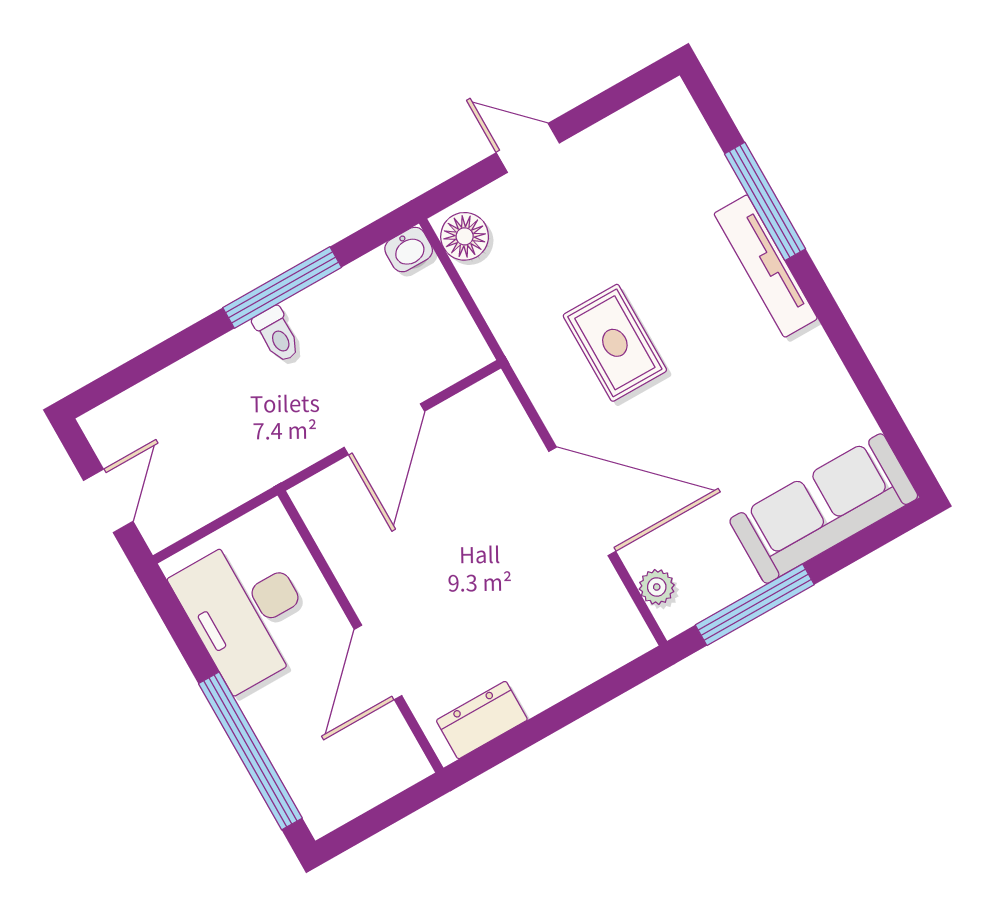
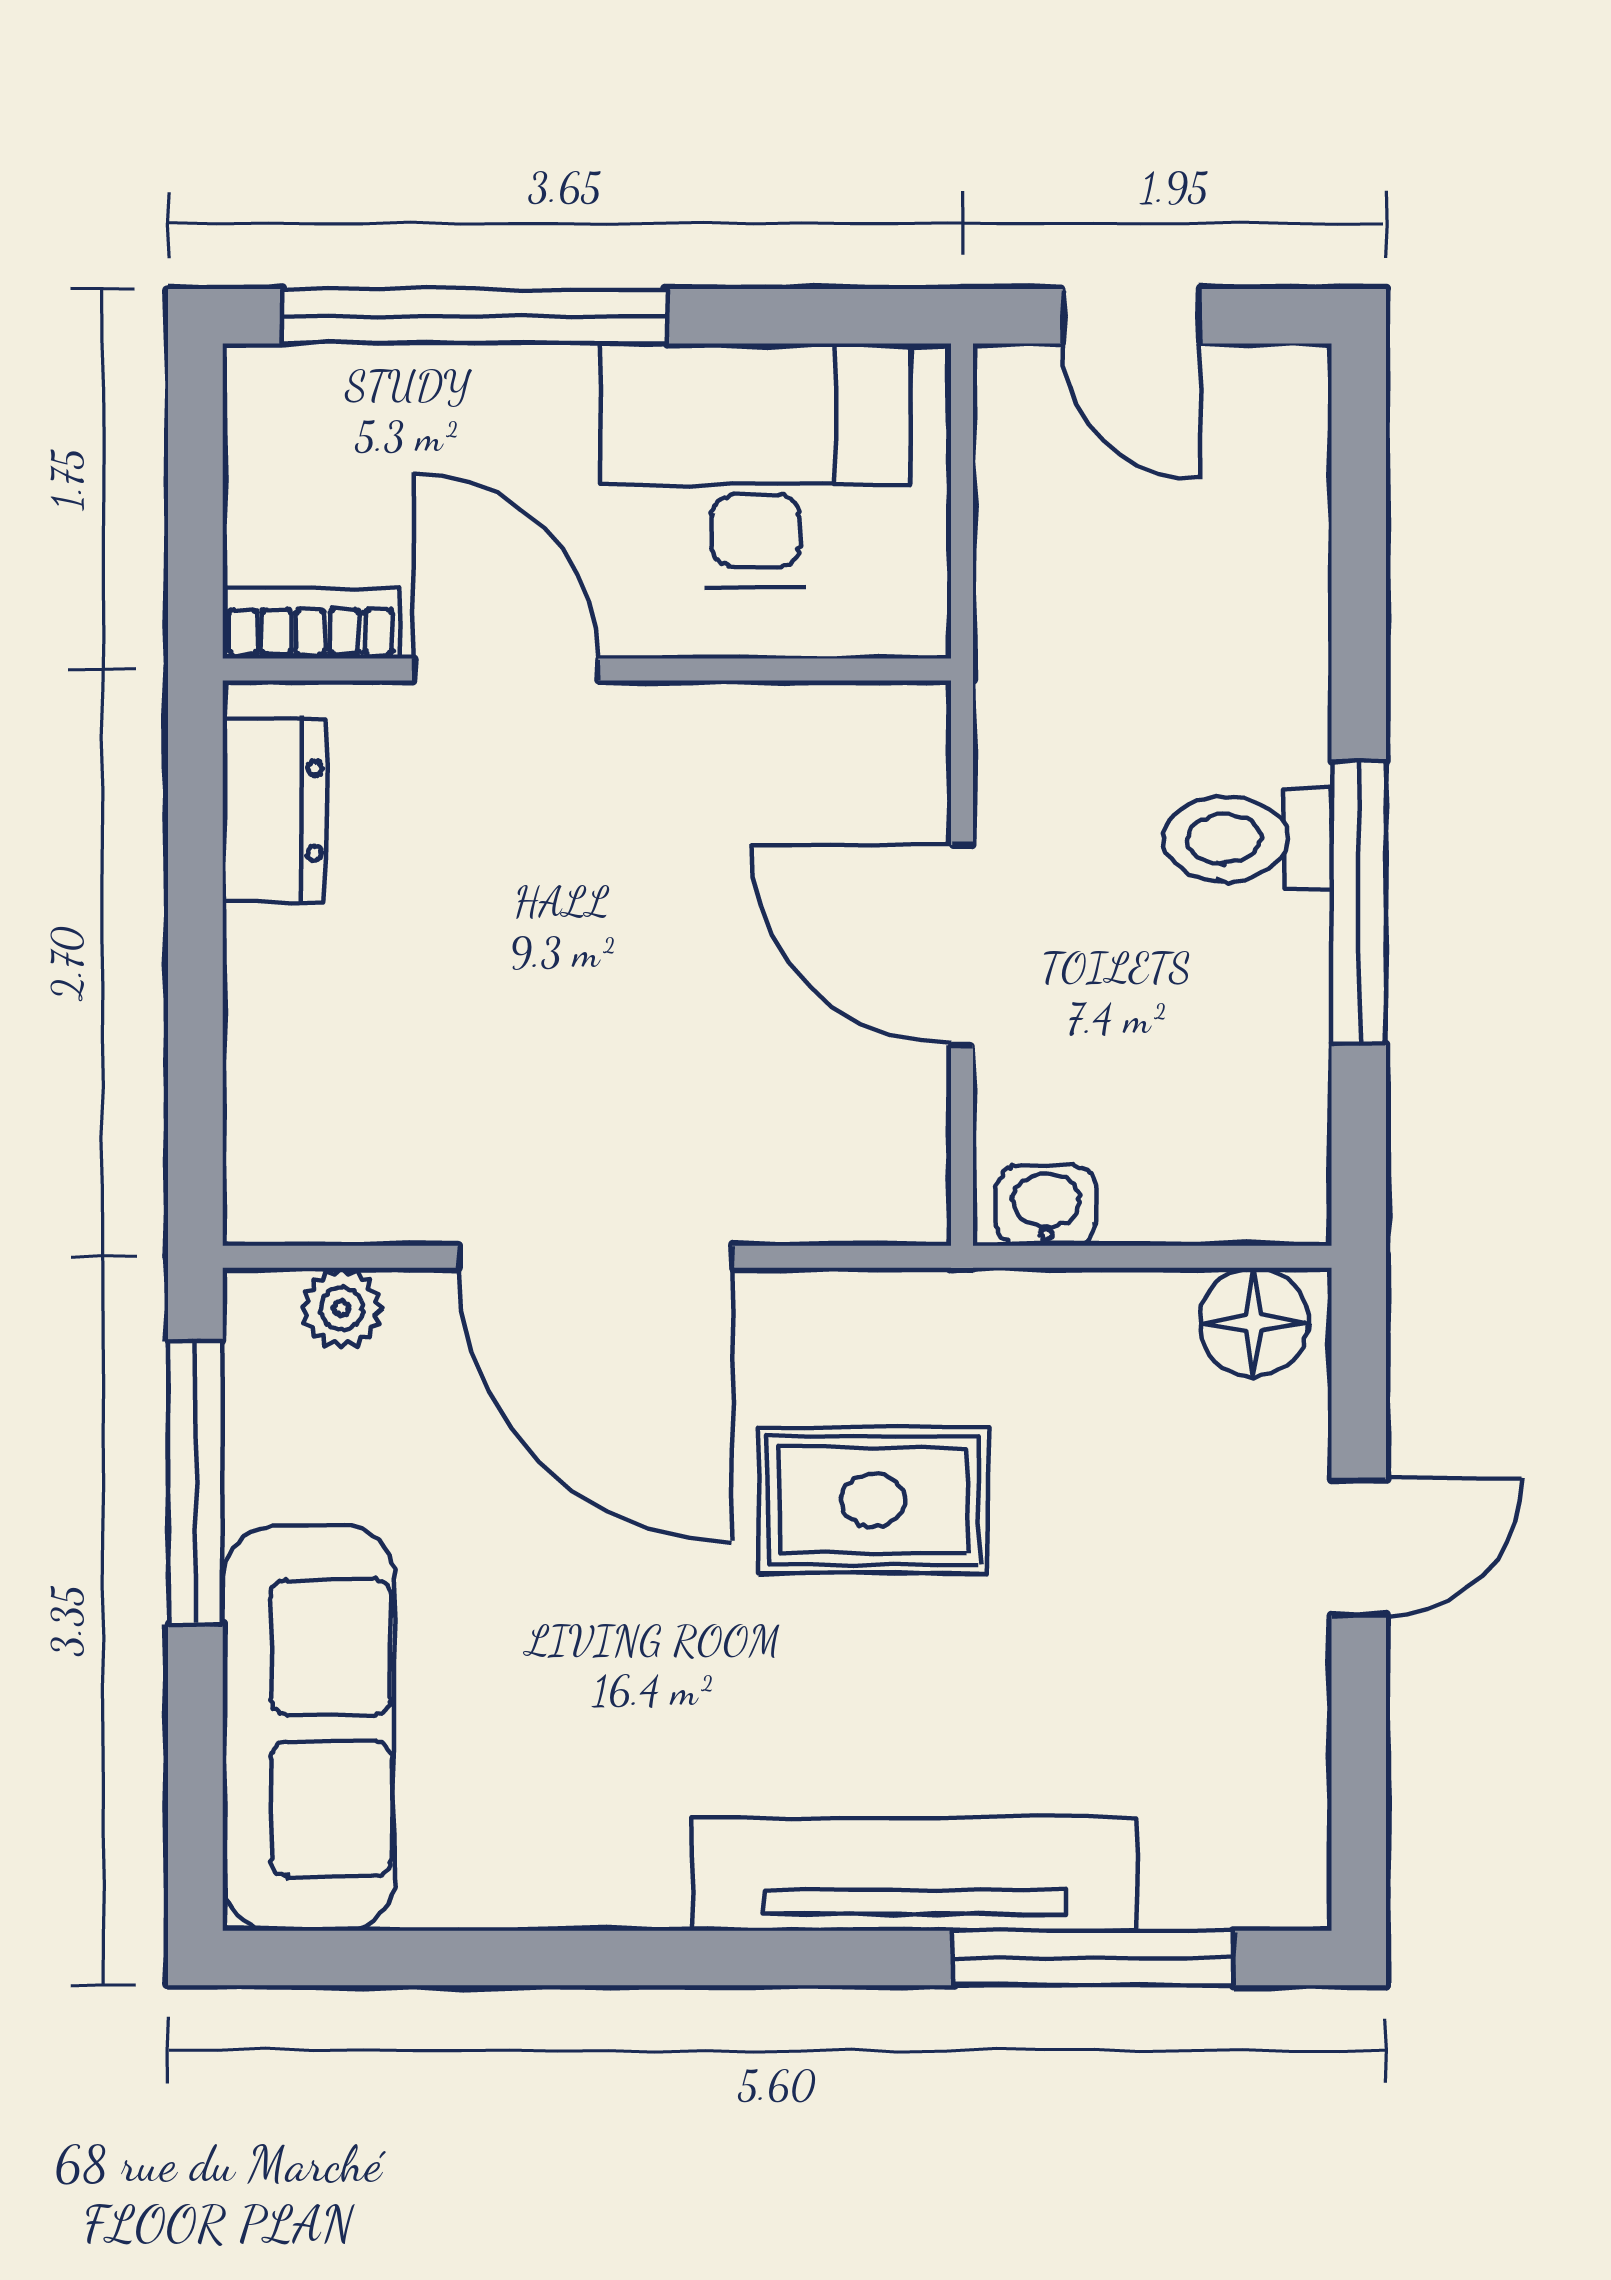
window: (765, 201) -> (1093, 1958), moved
washbasin: (409, 250) -> (1046, 1206), moved, turned 90
tv unit: (766, 266) -> (915, 1874), width x1.36, depth x1.29
toilet: (277, 335) -> (1247, 839), width x1.37, depth x1.39
door: (582, 501) -> (595, 1257), hinge flipped
bookcase: (403, 747) -> (311, 623), added

